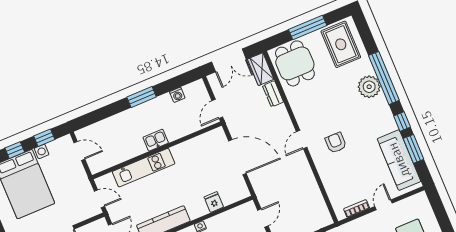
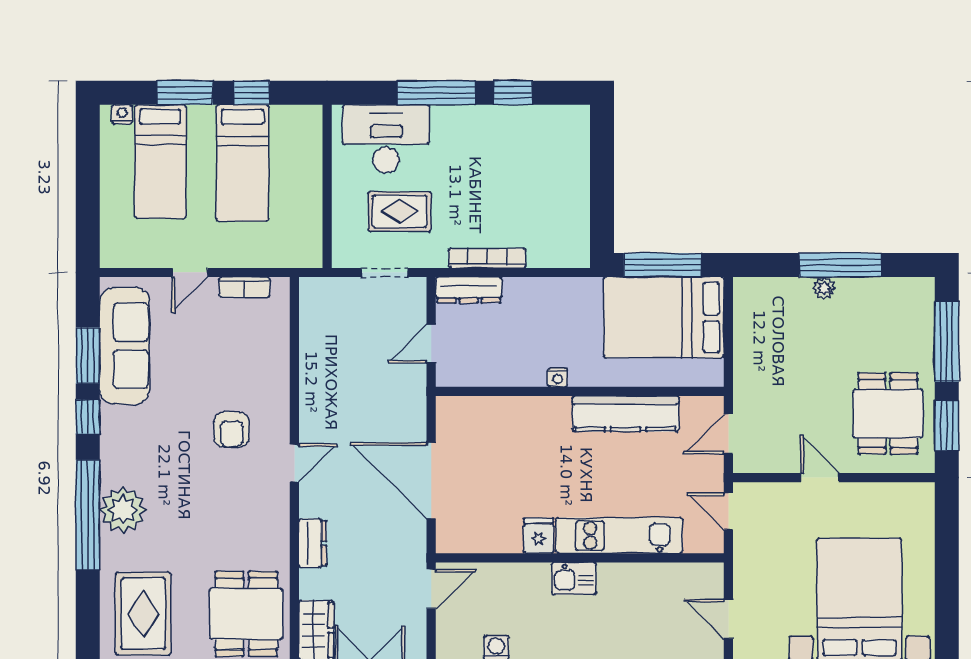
dresser: (273, 94) -> (313, 543), moved
fridge: (214, 202) -> (539, 536), moved, turned 180

